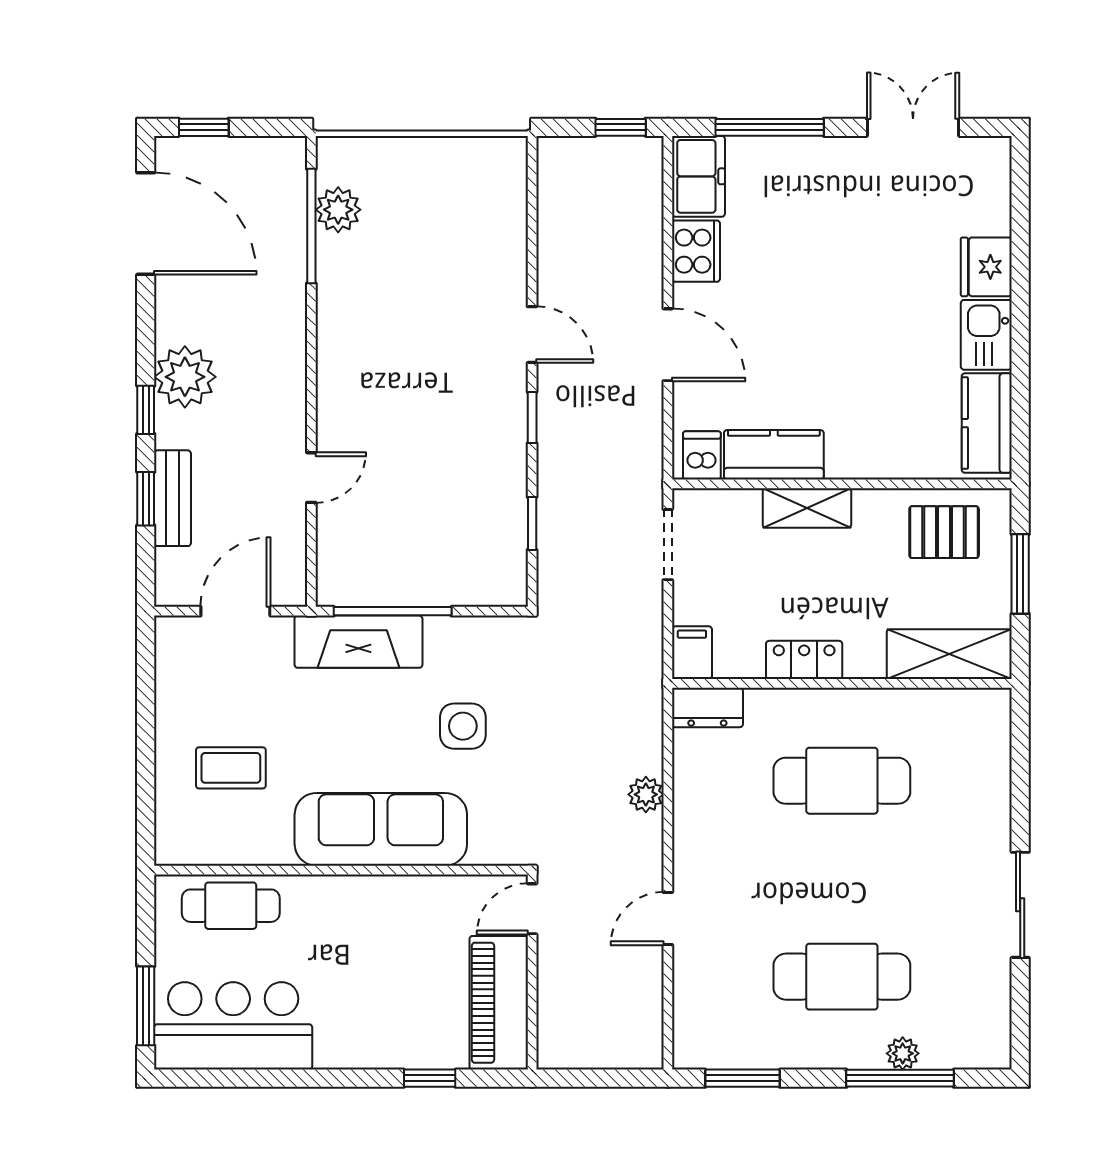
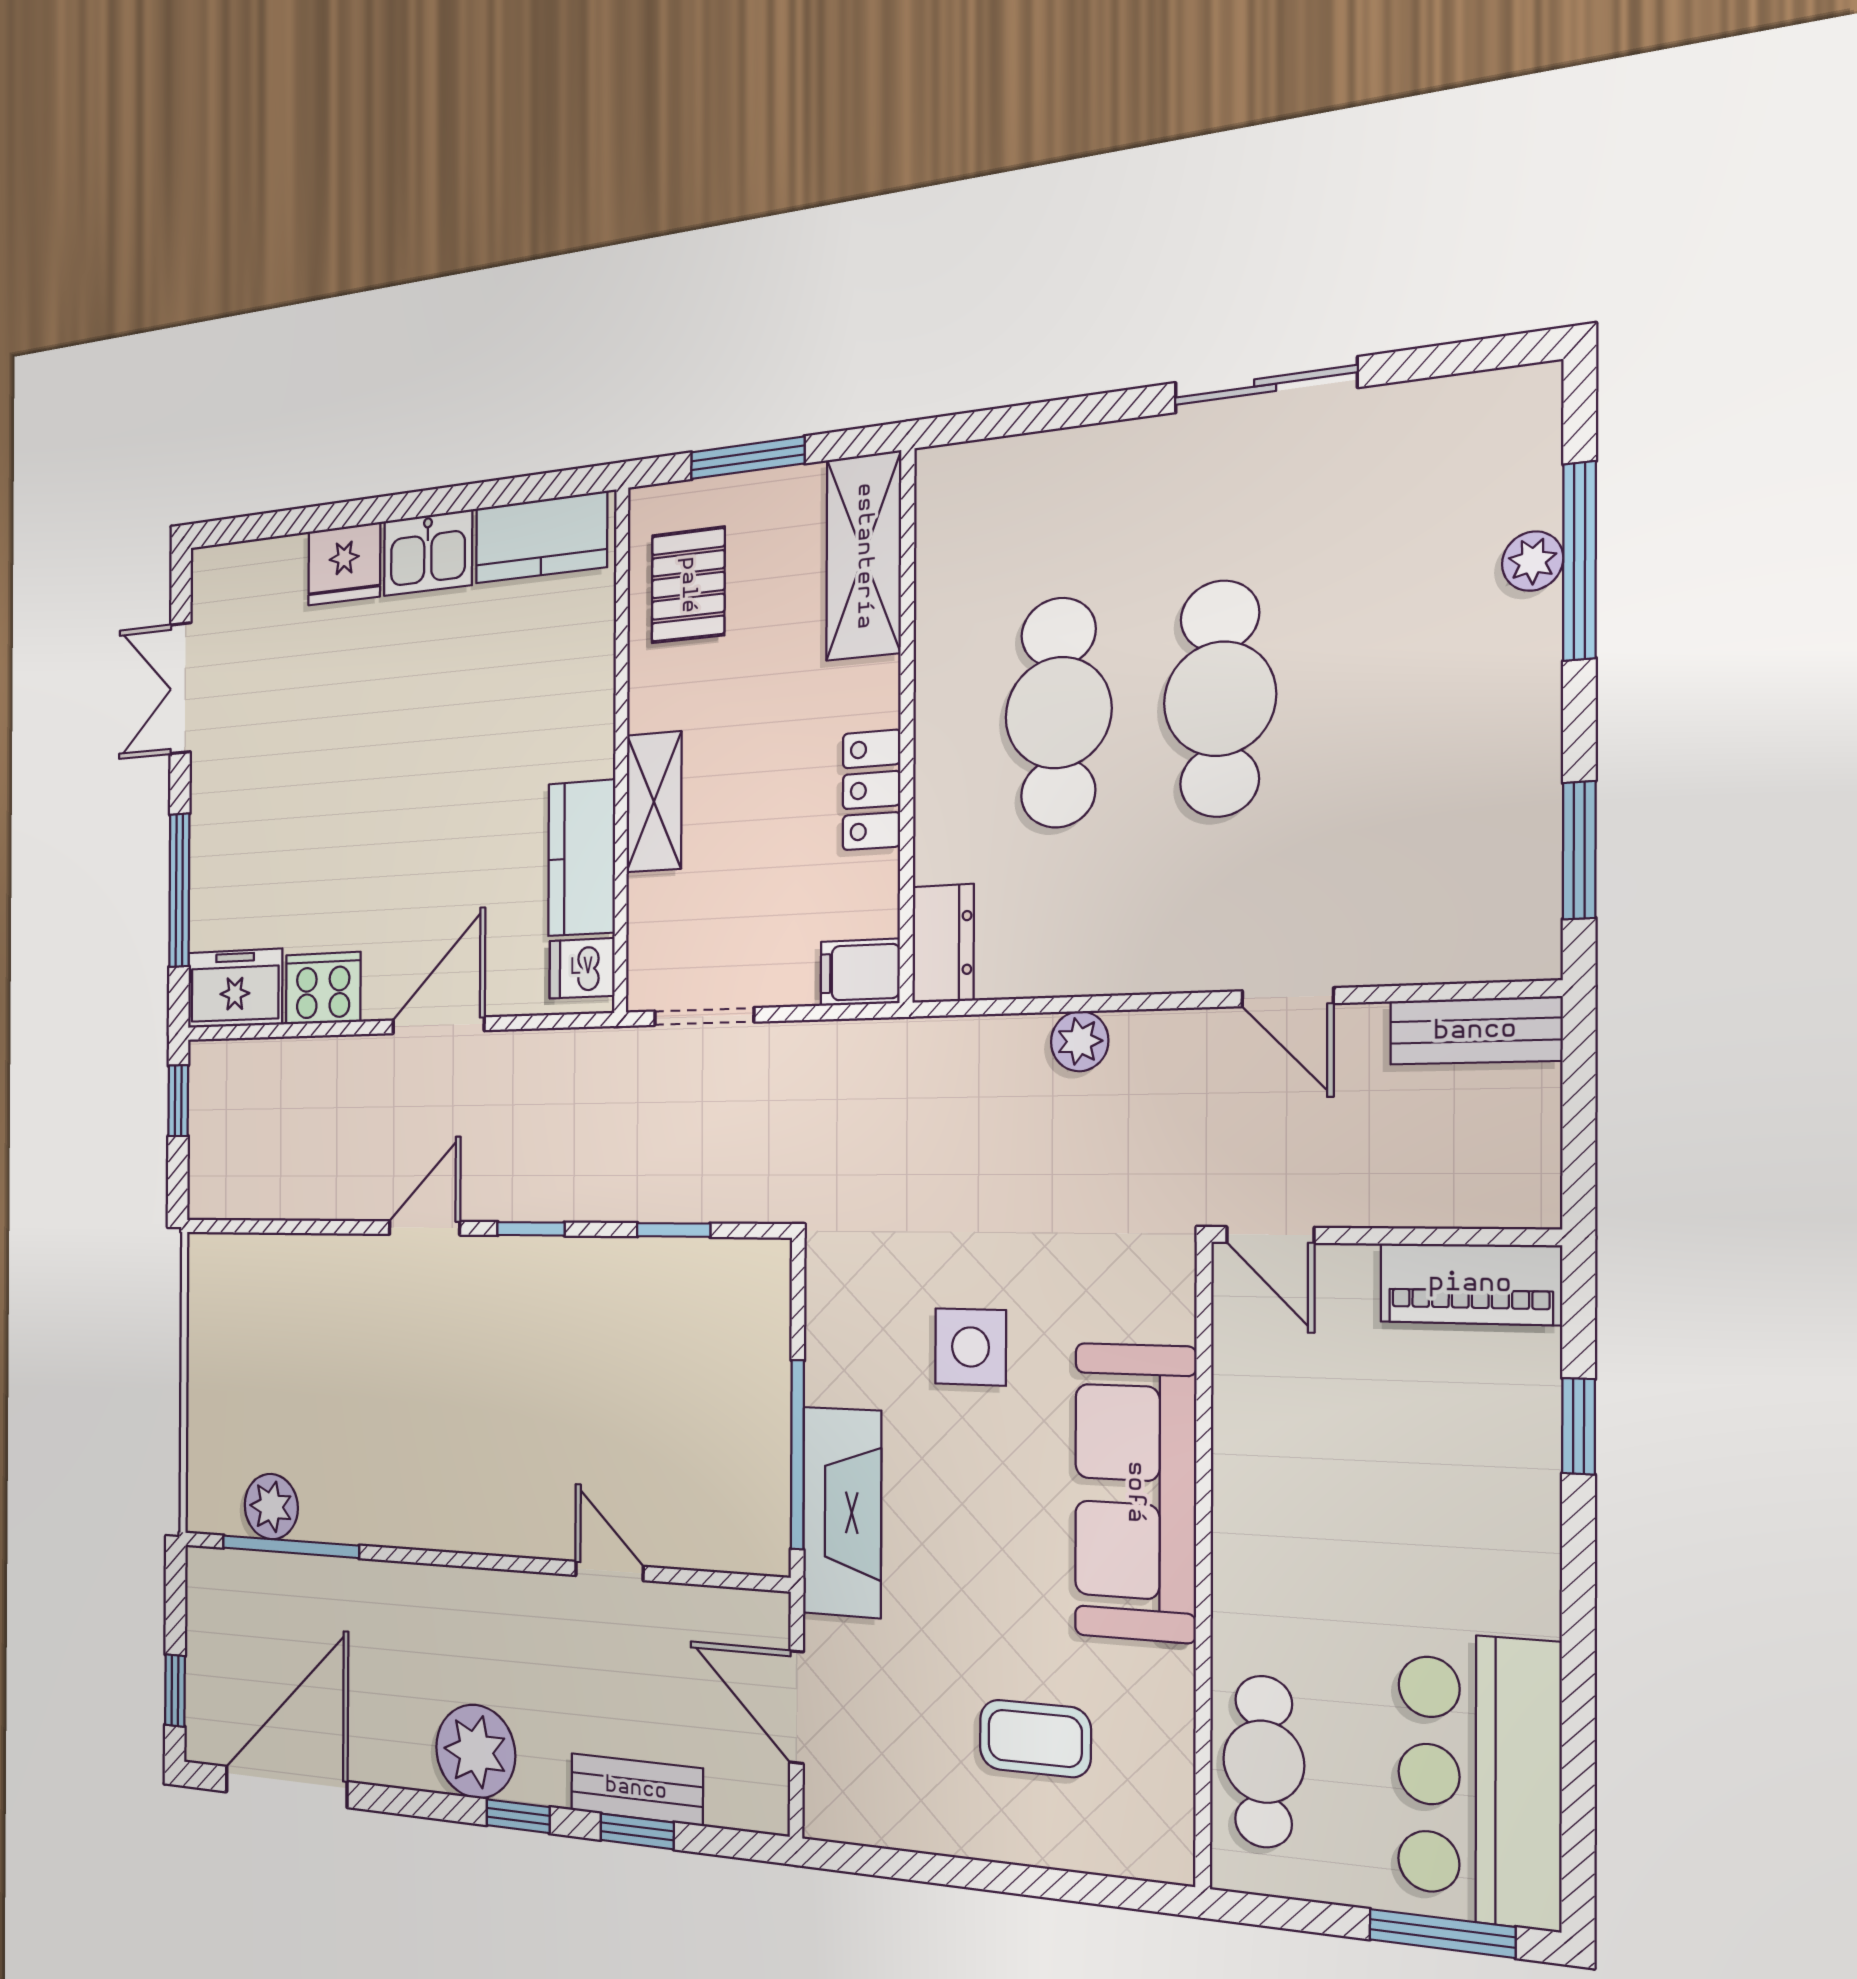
coffee table: (231, 768) -> (1035, 1738), turned 90
cafe table: (842, 977) -> (1220, 699), moved
piano: (499, 1003) -> (1470, 1284), width x0.73, depth x0.75
bench: (646, 1023) -> (1475, 1031), added

